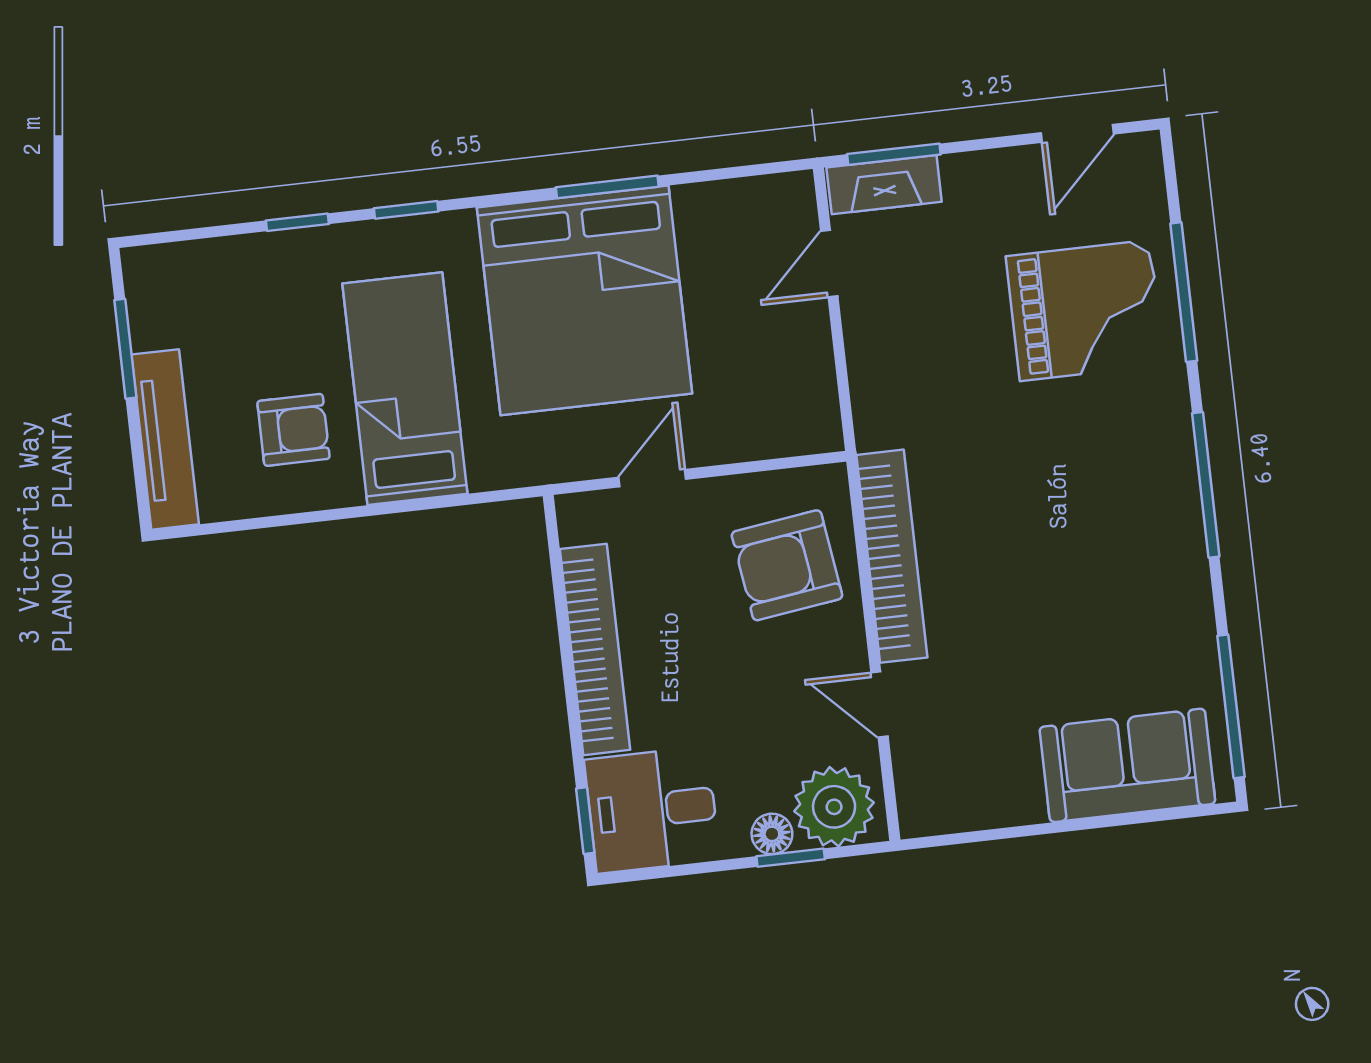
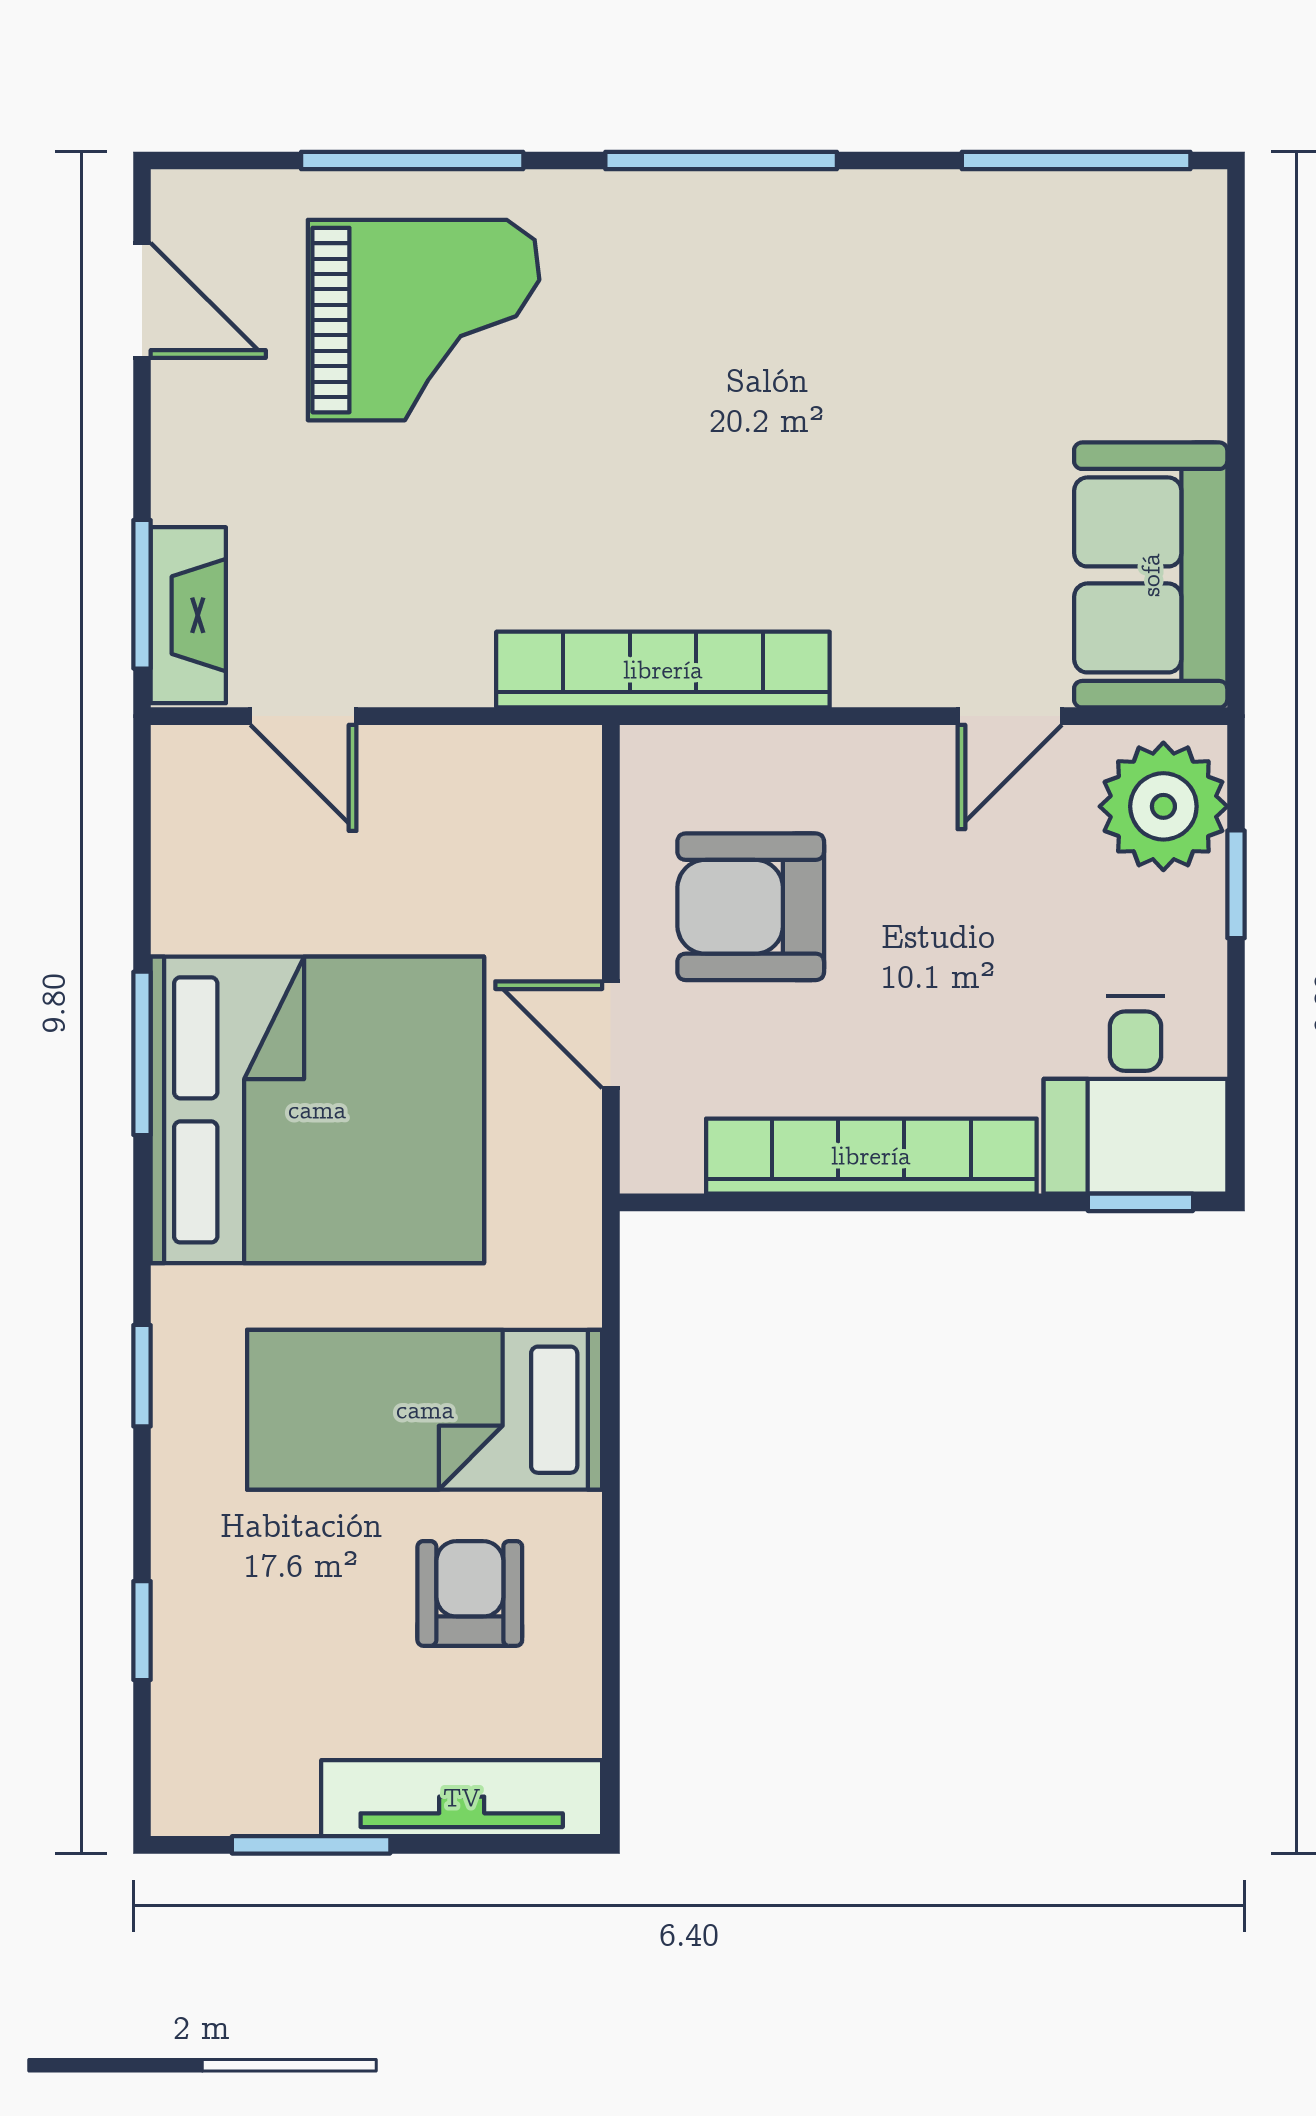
window: (297, 222) -> (142, 1631), moved
grand piano: (1085, 310) -> (424, 320), turned 90
bookcase: (892, 556) -> (663, 670), moved
armchair: (787, 565) -> (751, 907), moved, turned 98
sofa: (1127, 765) -> (1151, 575), moved
floor lamp: (772, 834) -> (1195, 910), removed

